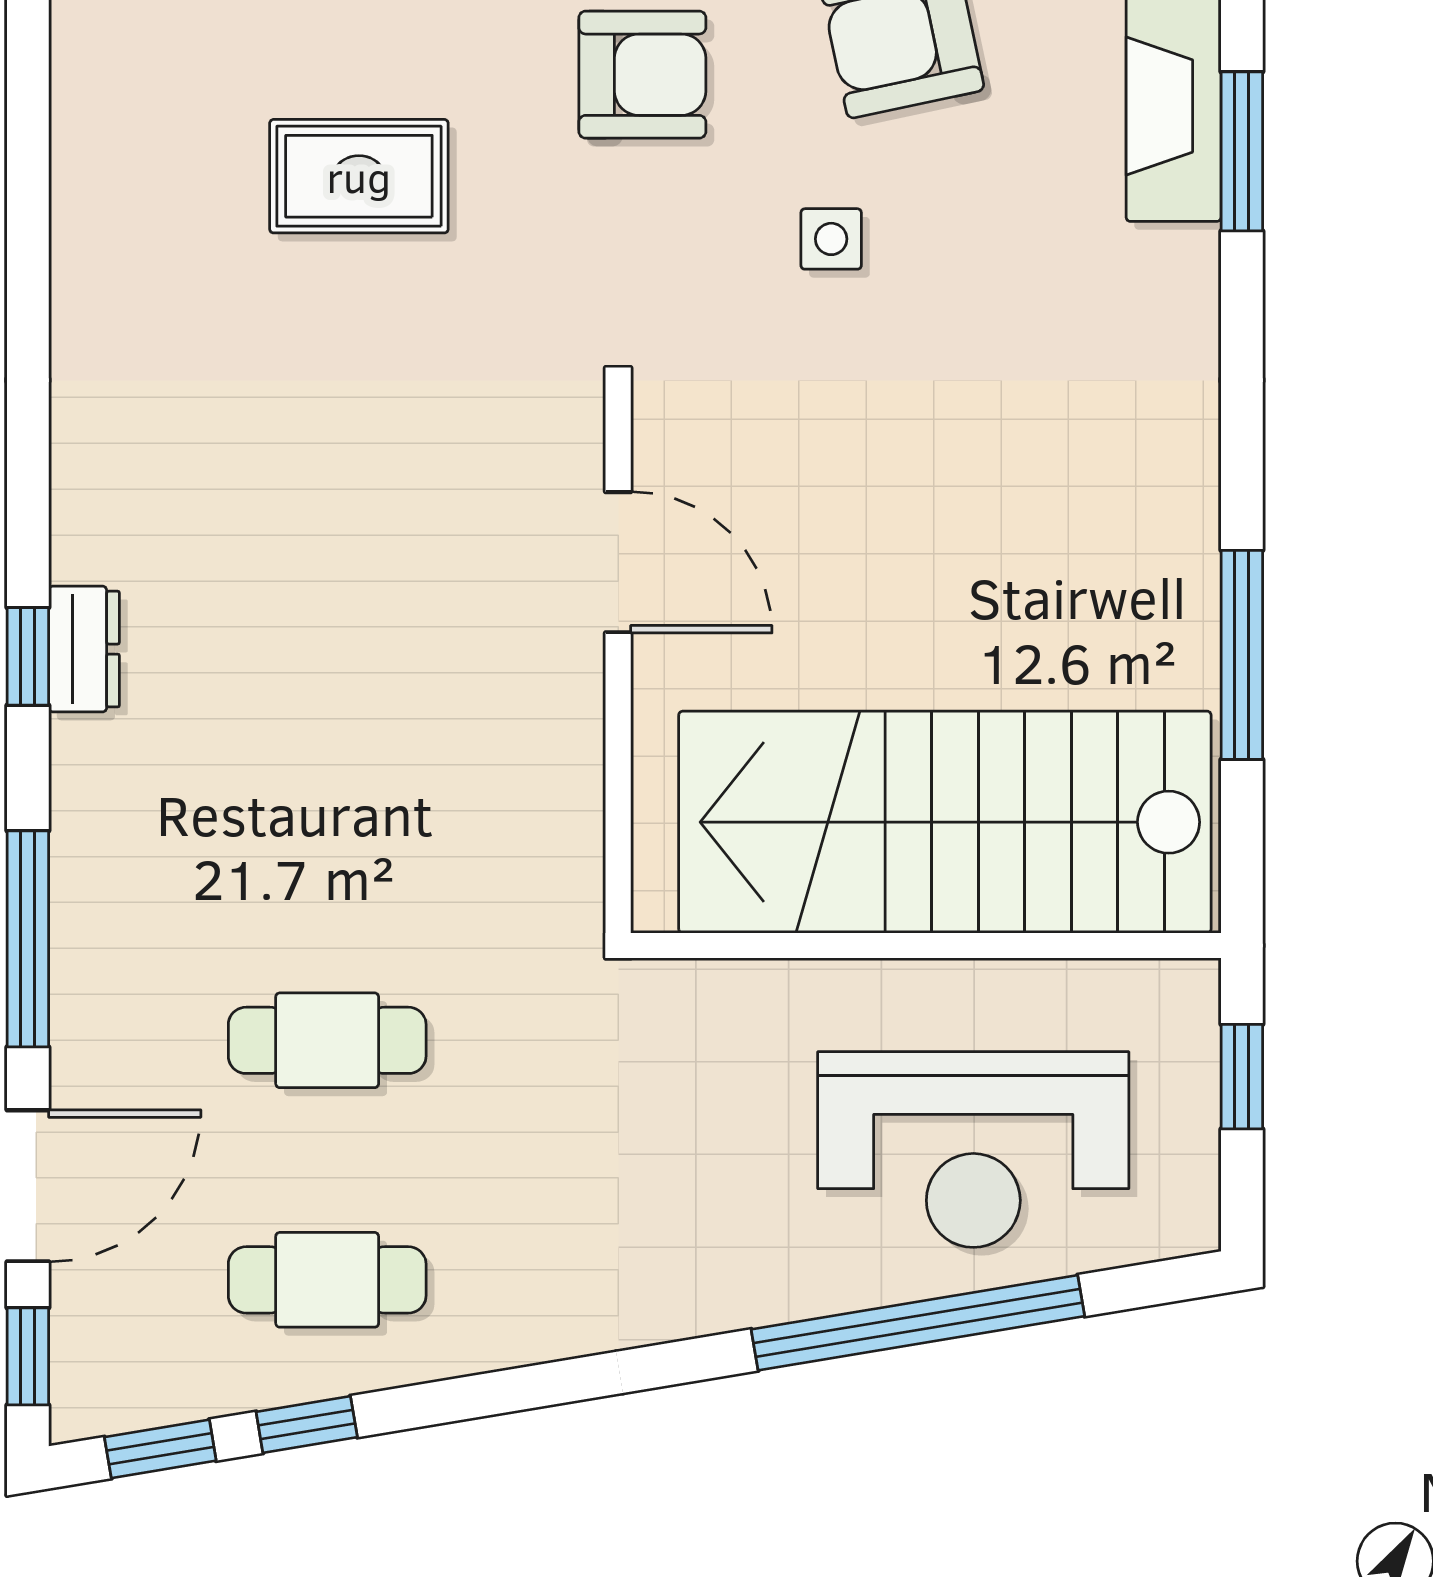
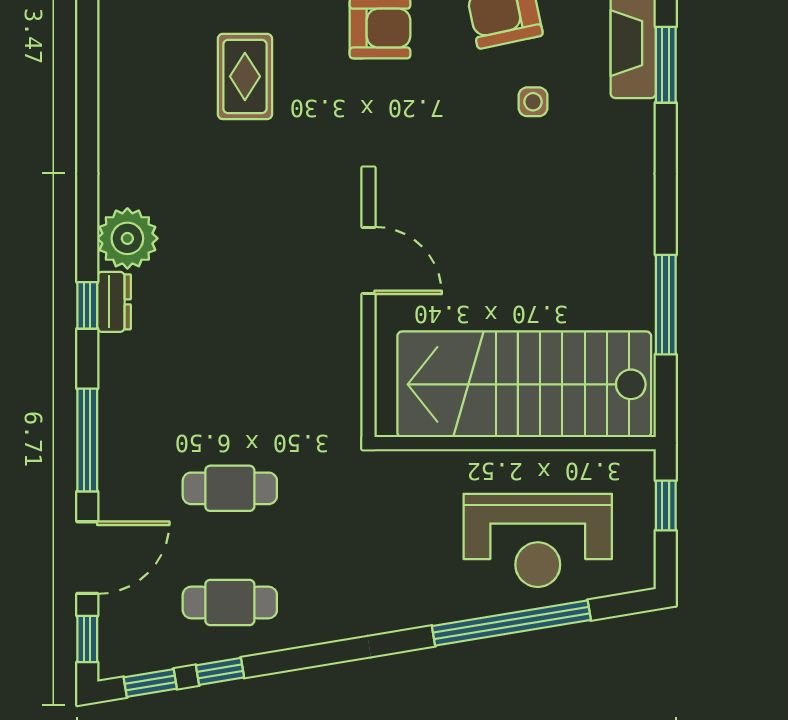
rug: (359, 176) -> (245, 76), turned 90
side table: (831, 239) -> (533, 102), moved
plant: (112, 516) -> (127, 238), added

